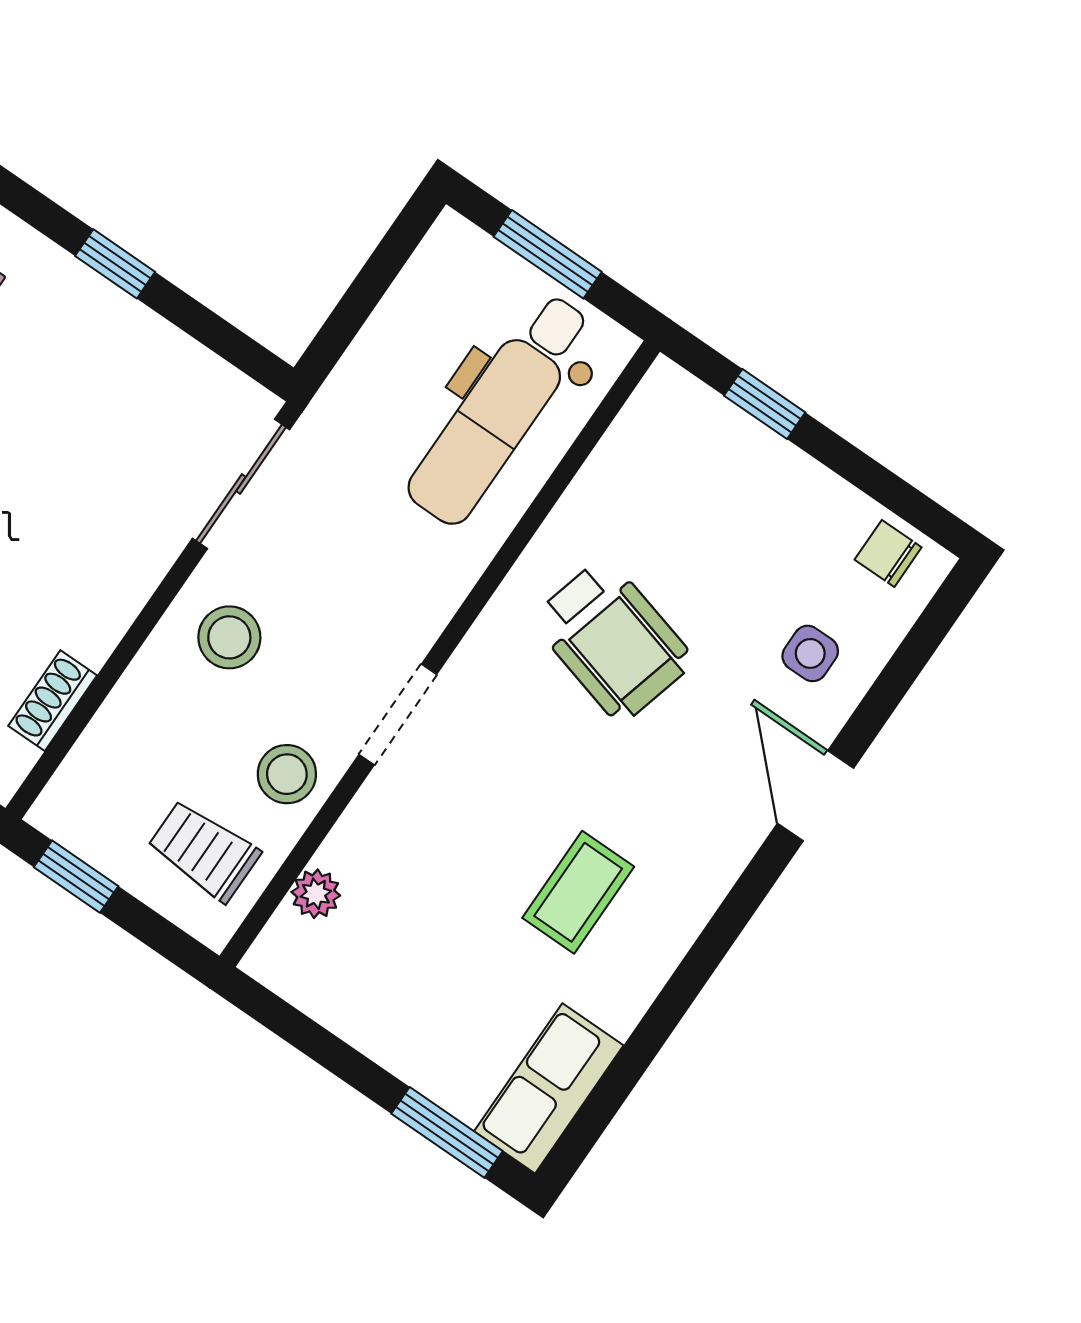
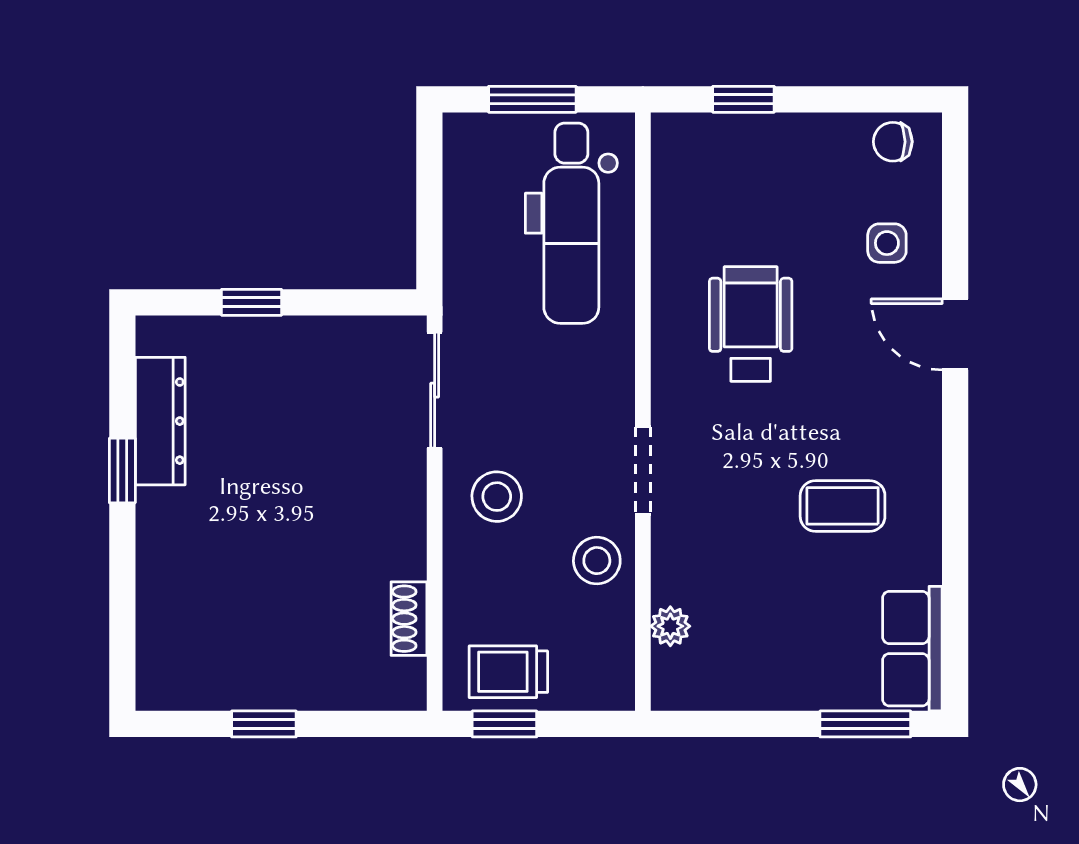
wheelchair: (613, 640) -> (751, 324), turned -105
trolley: (204, 851) -> (508, 672), moved
coffee table: (578, 892) -> (843, 506), turned 90

